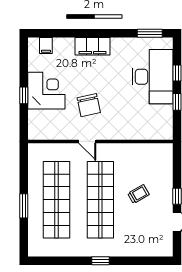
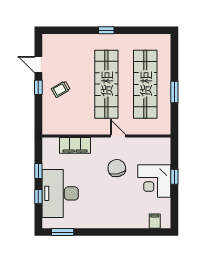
filing cabinet: (92, 46) -> (75, 145), moved, turned 180
trolley: (138, 194) -> (61, 89), moved
window: (24, 206) -> (174, 92), moved

